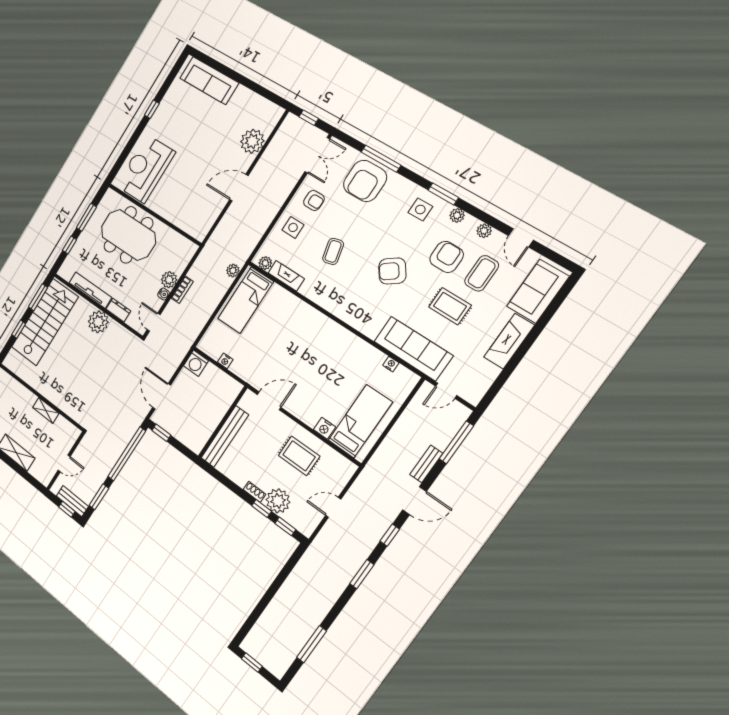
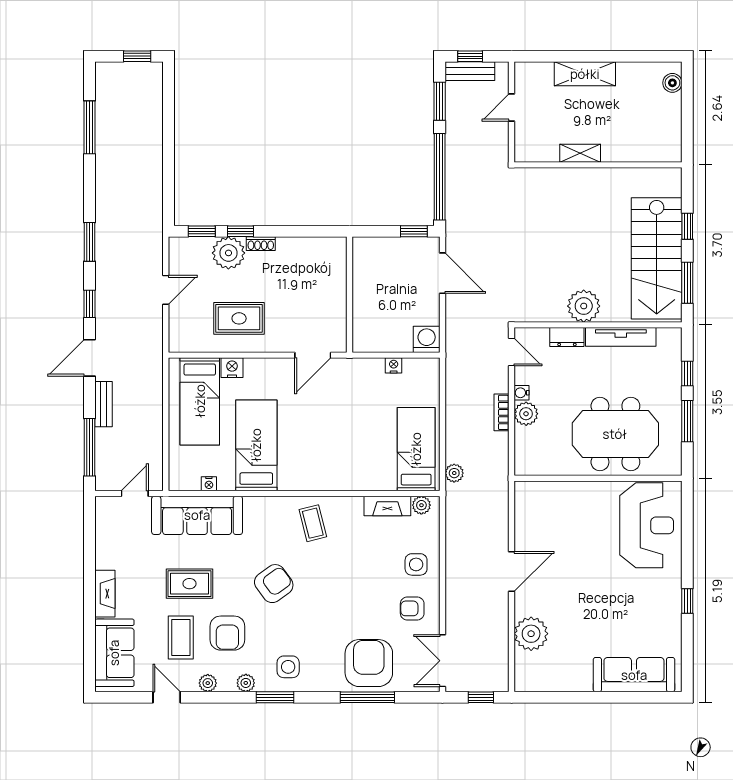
coffee table: (333, 251) -> (313, 523), moved
fireplace: (509, 341) -> (105, 594), width x0.73, depth x0.76
bed: (343, 368) -> (256, 445), added
bench: (225, 437) -> (336, 280), removed

